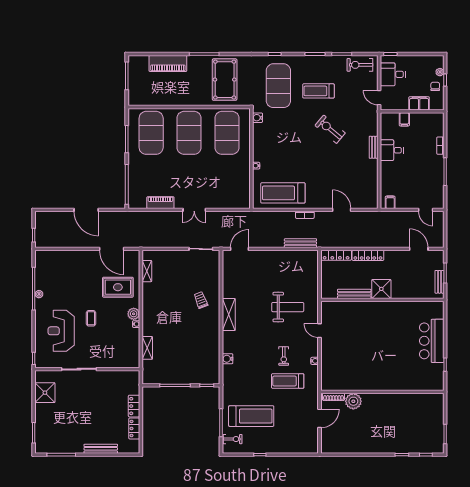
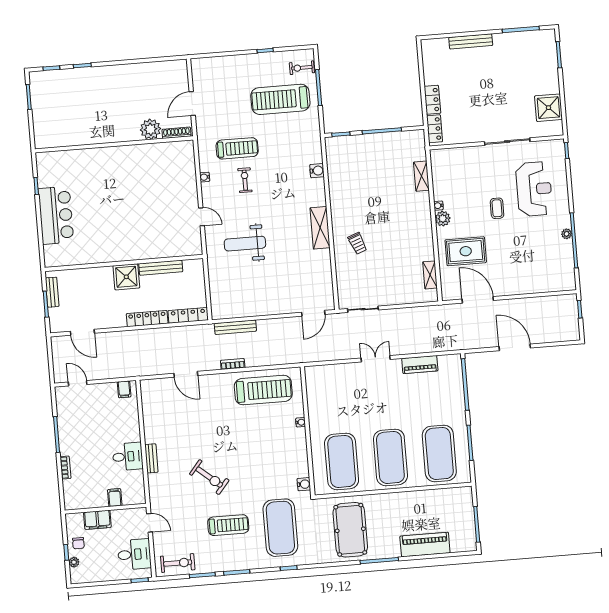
locker: (134, 428) -> (435, 129), moved

